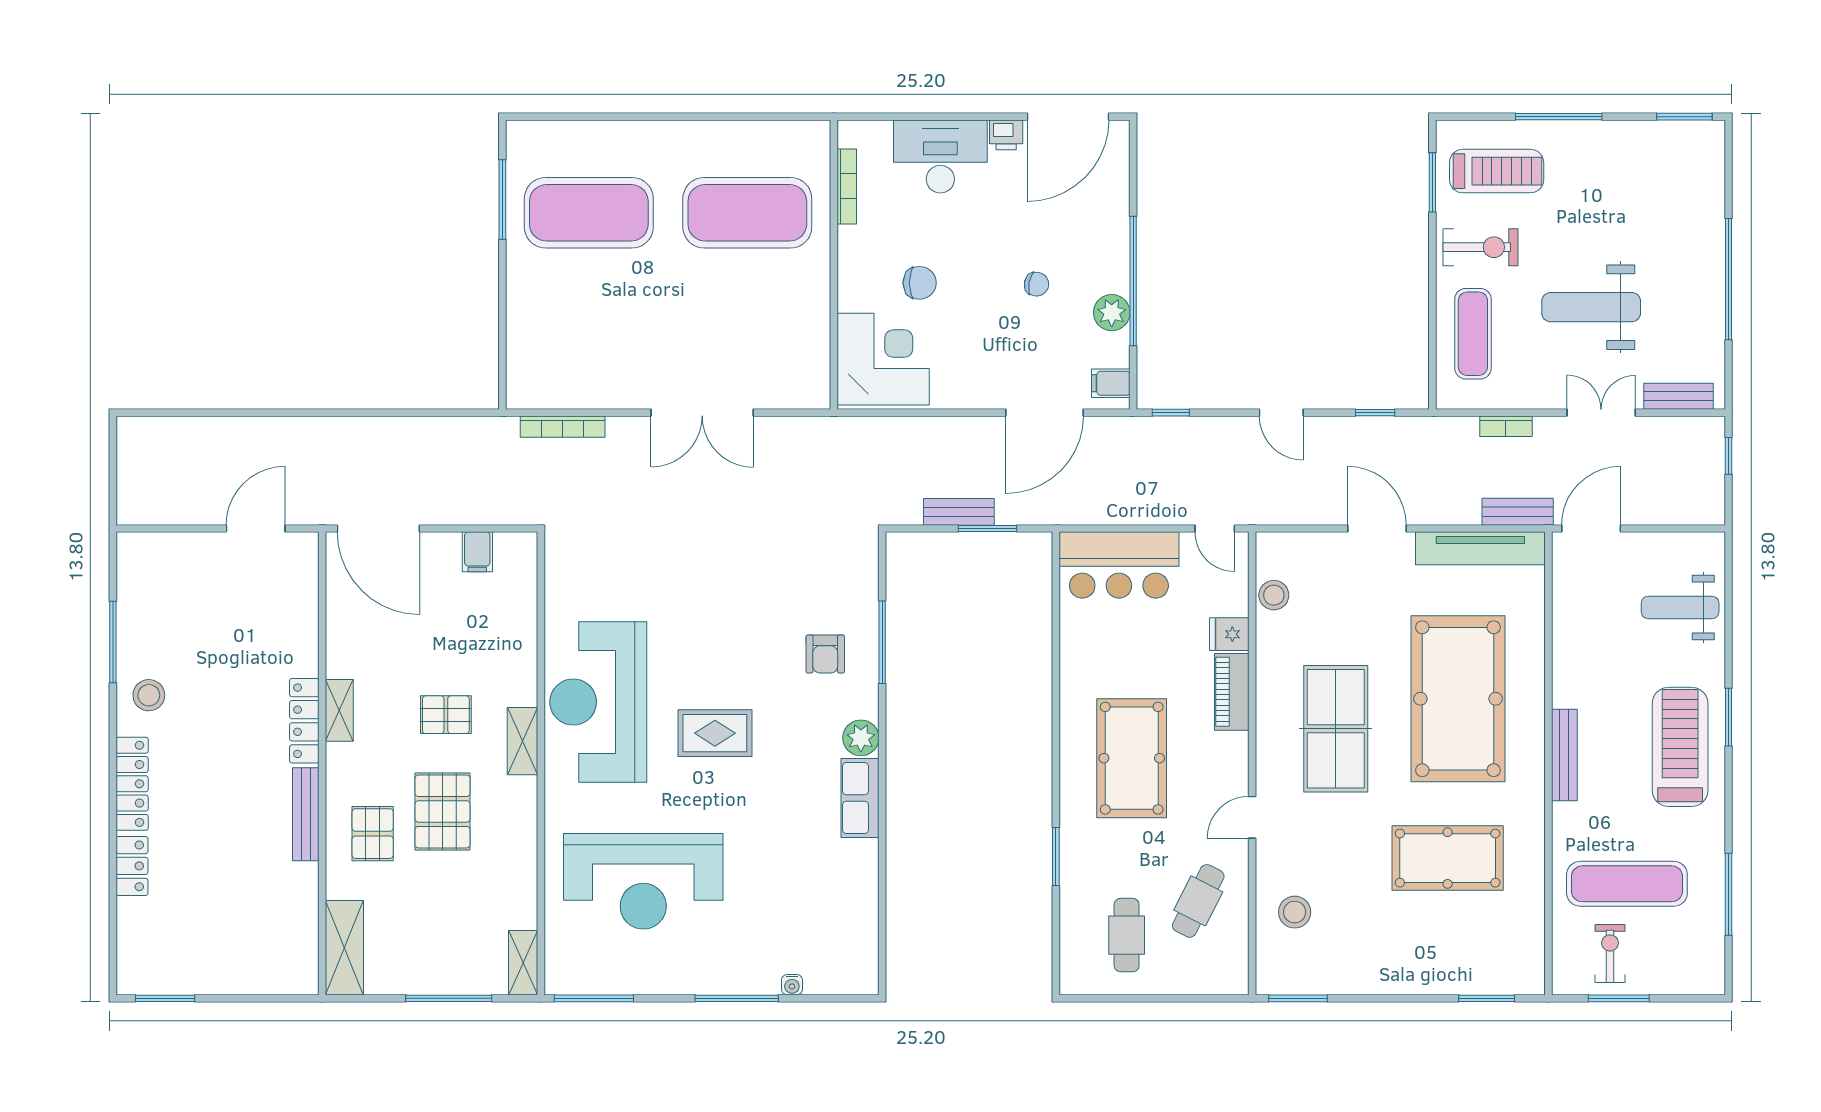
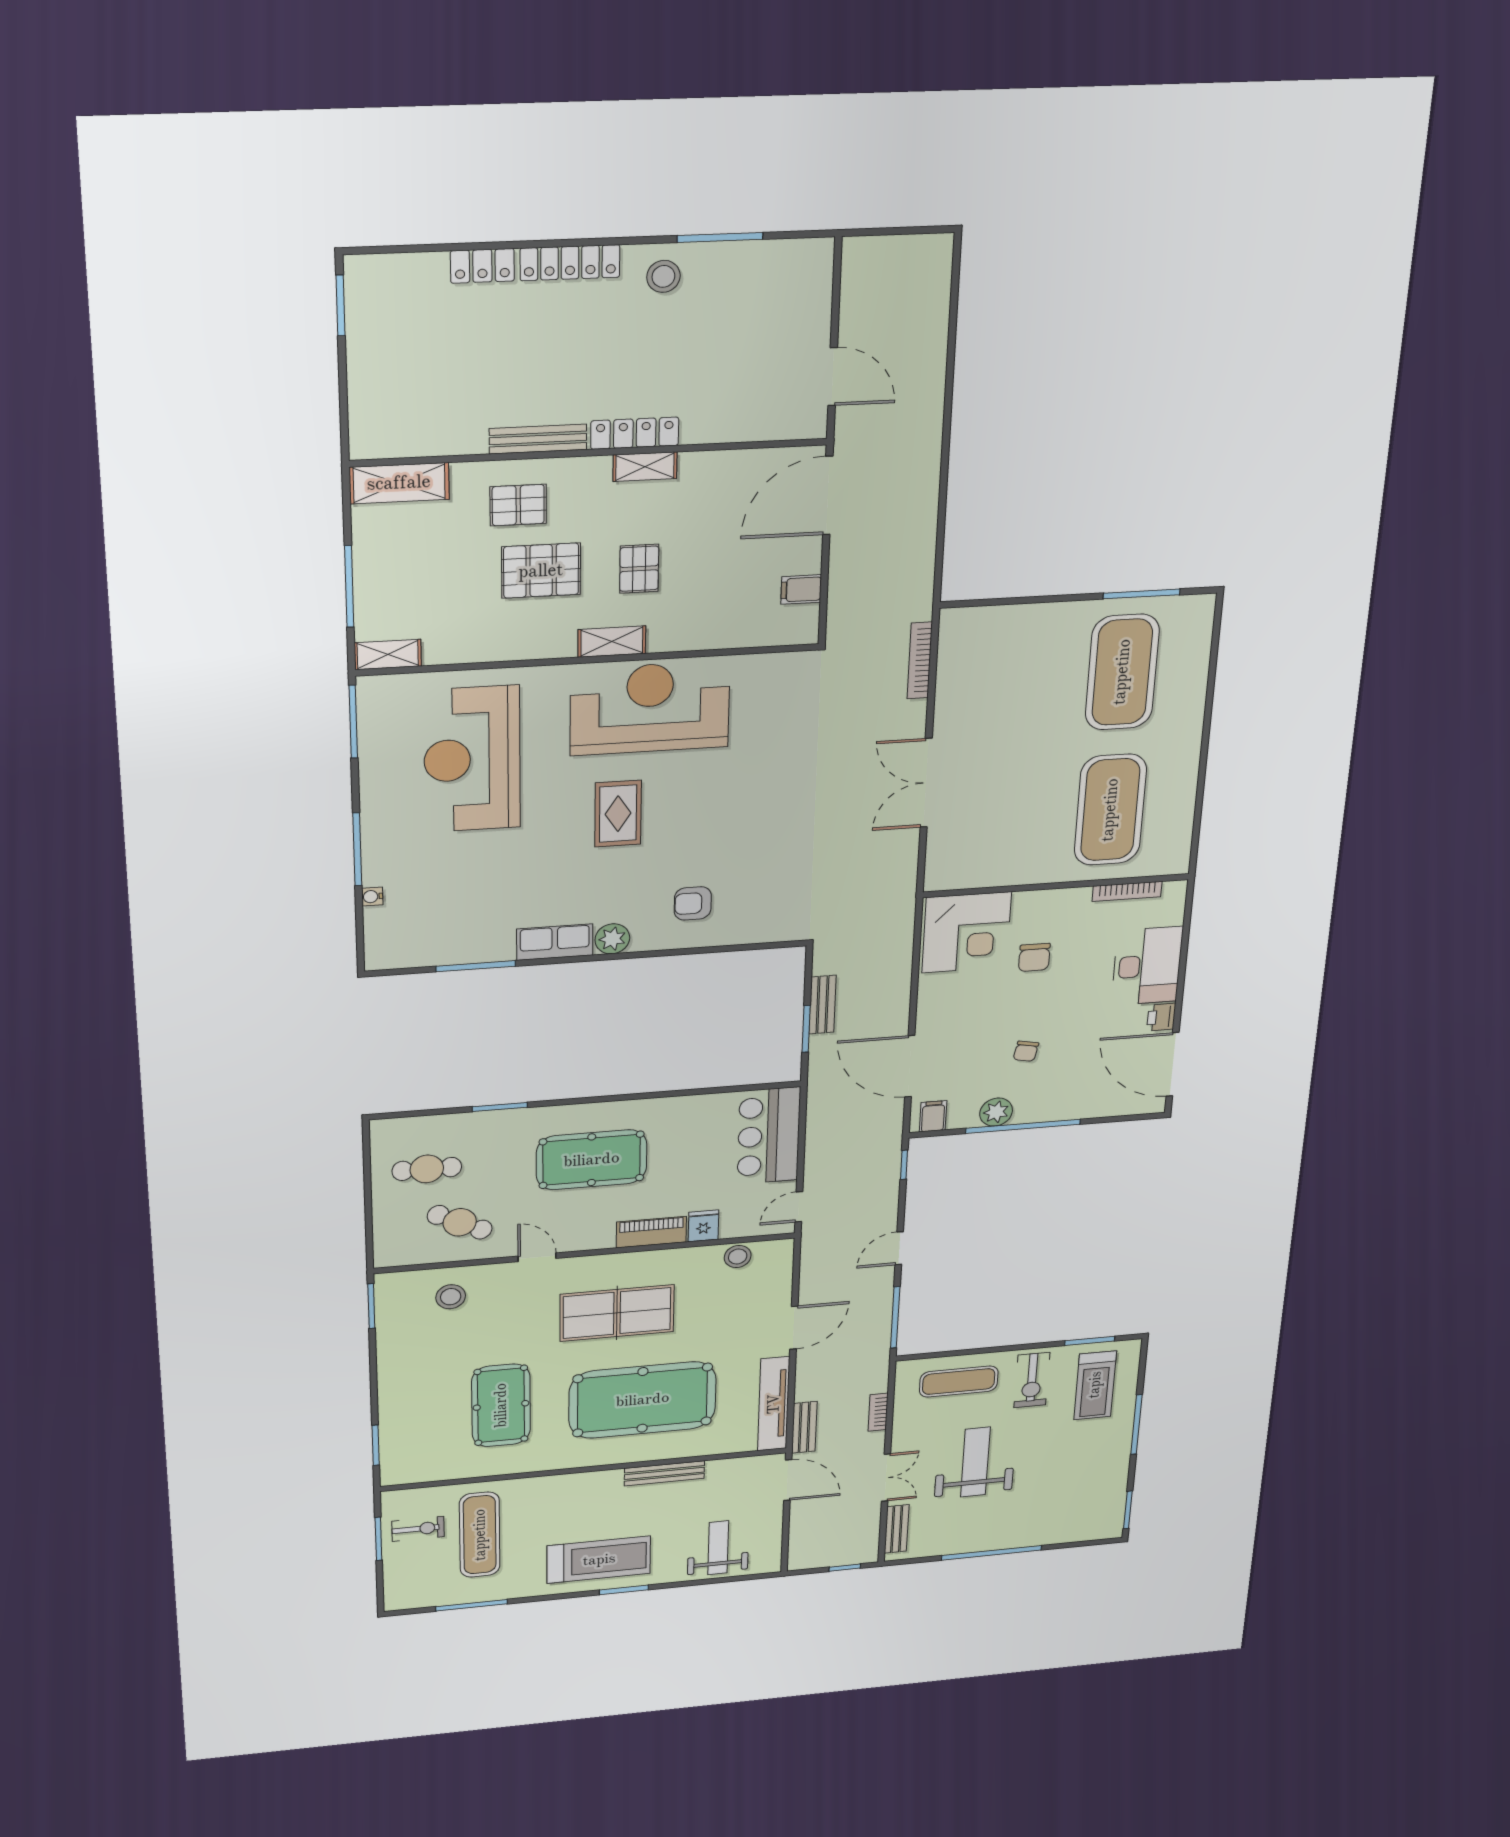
window: (1375, 413) -> (895, 1317), width x2.17
window: (882, 642) -> (476, 966), moved
bench: (1564, 755) -> (664, 1473), moved

